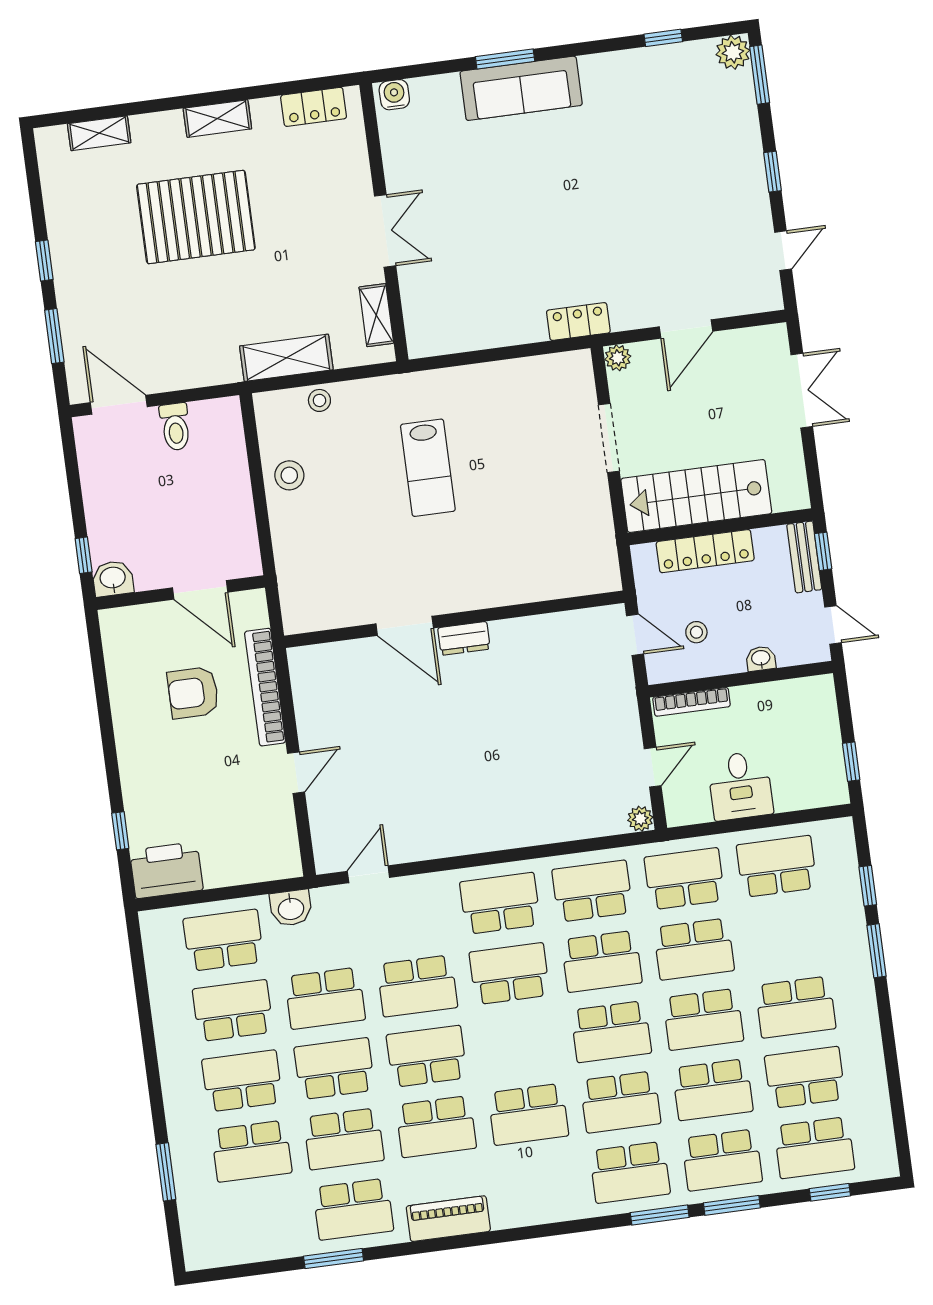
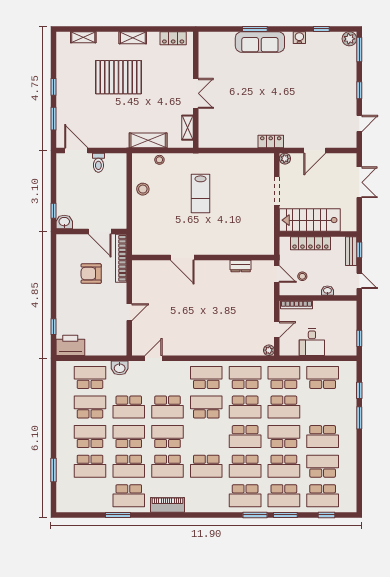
water cooler: (394, 95) -> (299, 38), moved
dresser: (464, 638) -> (241, 266), moved
bookcase: (265, 687) -> (121, 258), moved
school desk: (703, 1019) -> (284, 437), turned 180

